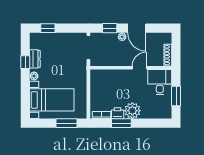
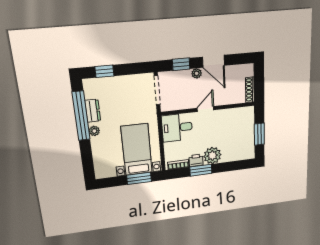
window: (25, 62) -> (81, 116), width x3.17
door: (139, 68) -> (205, 109), moved
desk: (160, 82) -> (177, 128), moved, turned -90
bed with nightstands: (52, 100) -> (137, 150), moved, turned -90

